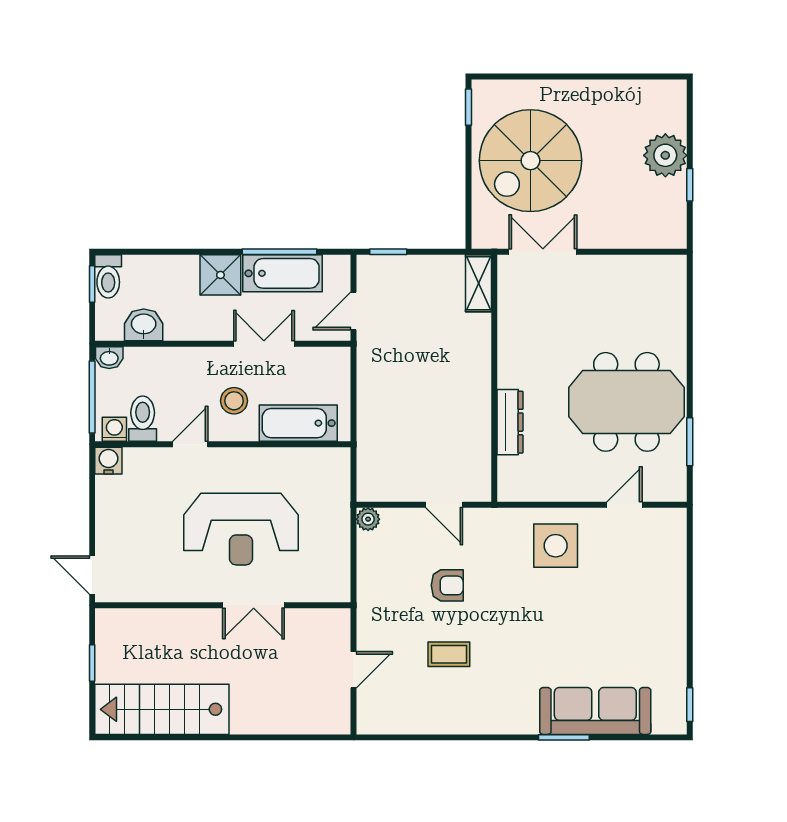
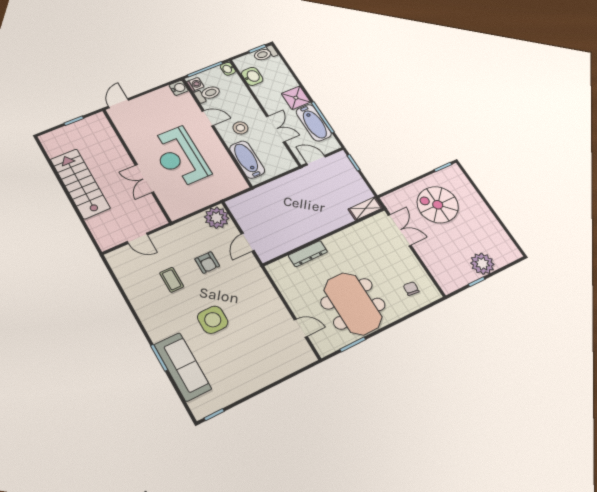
spiral stairs: (530, 161) -> (438, 205), width x0.73, depth x0.73
chair: (648, 296) -> (411, 289), added
plant: (368, 519) -> (217, 218), width x1.88, depth x1.88
side table: (556, 546) -> (213, 320), moved
stairs: (162, 709) -> (80, 184), moved

